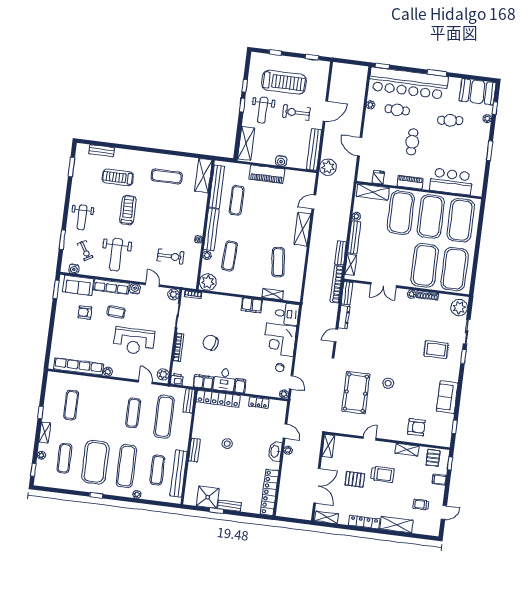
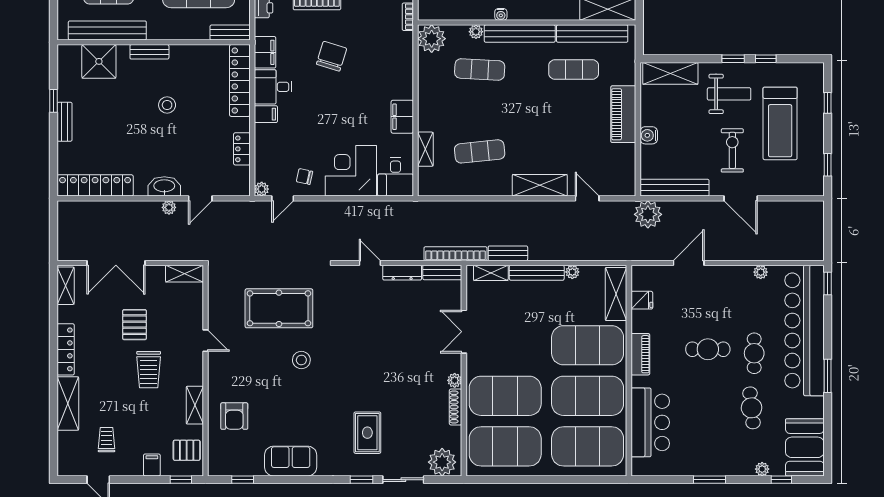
weight bench: (263, 110) -> (729, 94), turned 180
cafe table: (397, 110) -> (754, 353), moved
shower: (208, 497) -> (99, 61), moved

